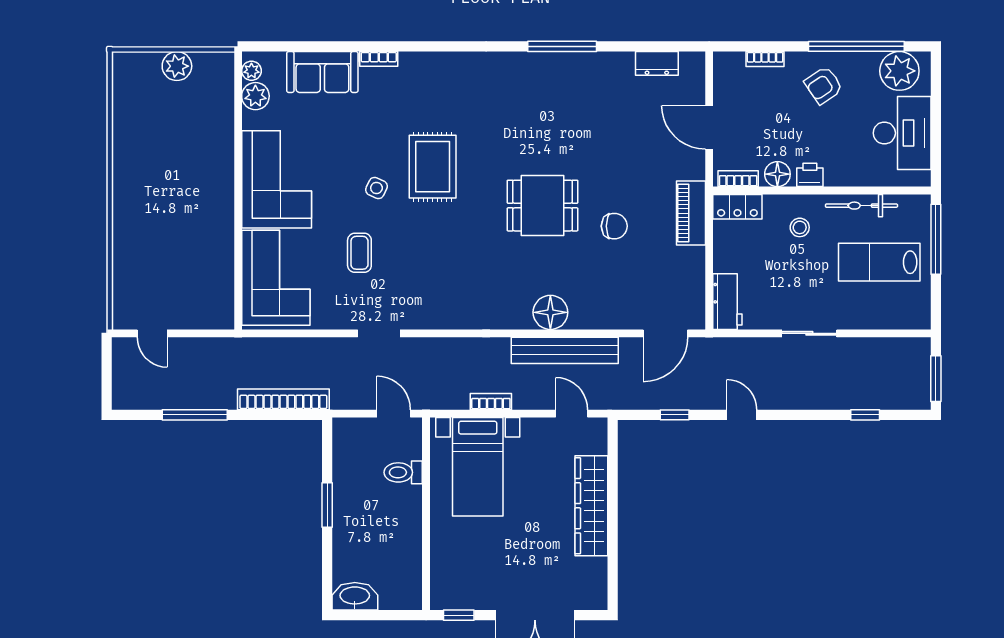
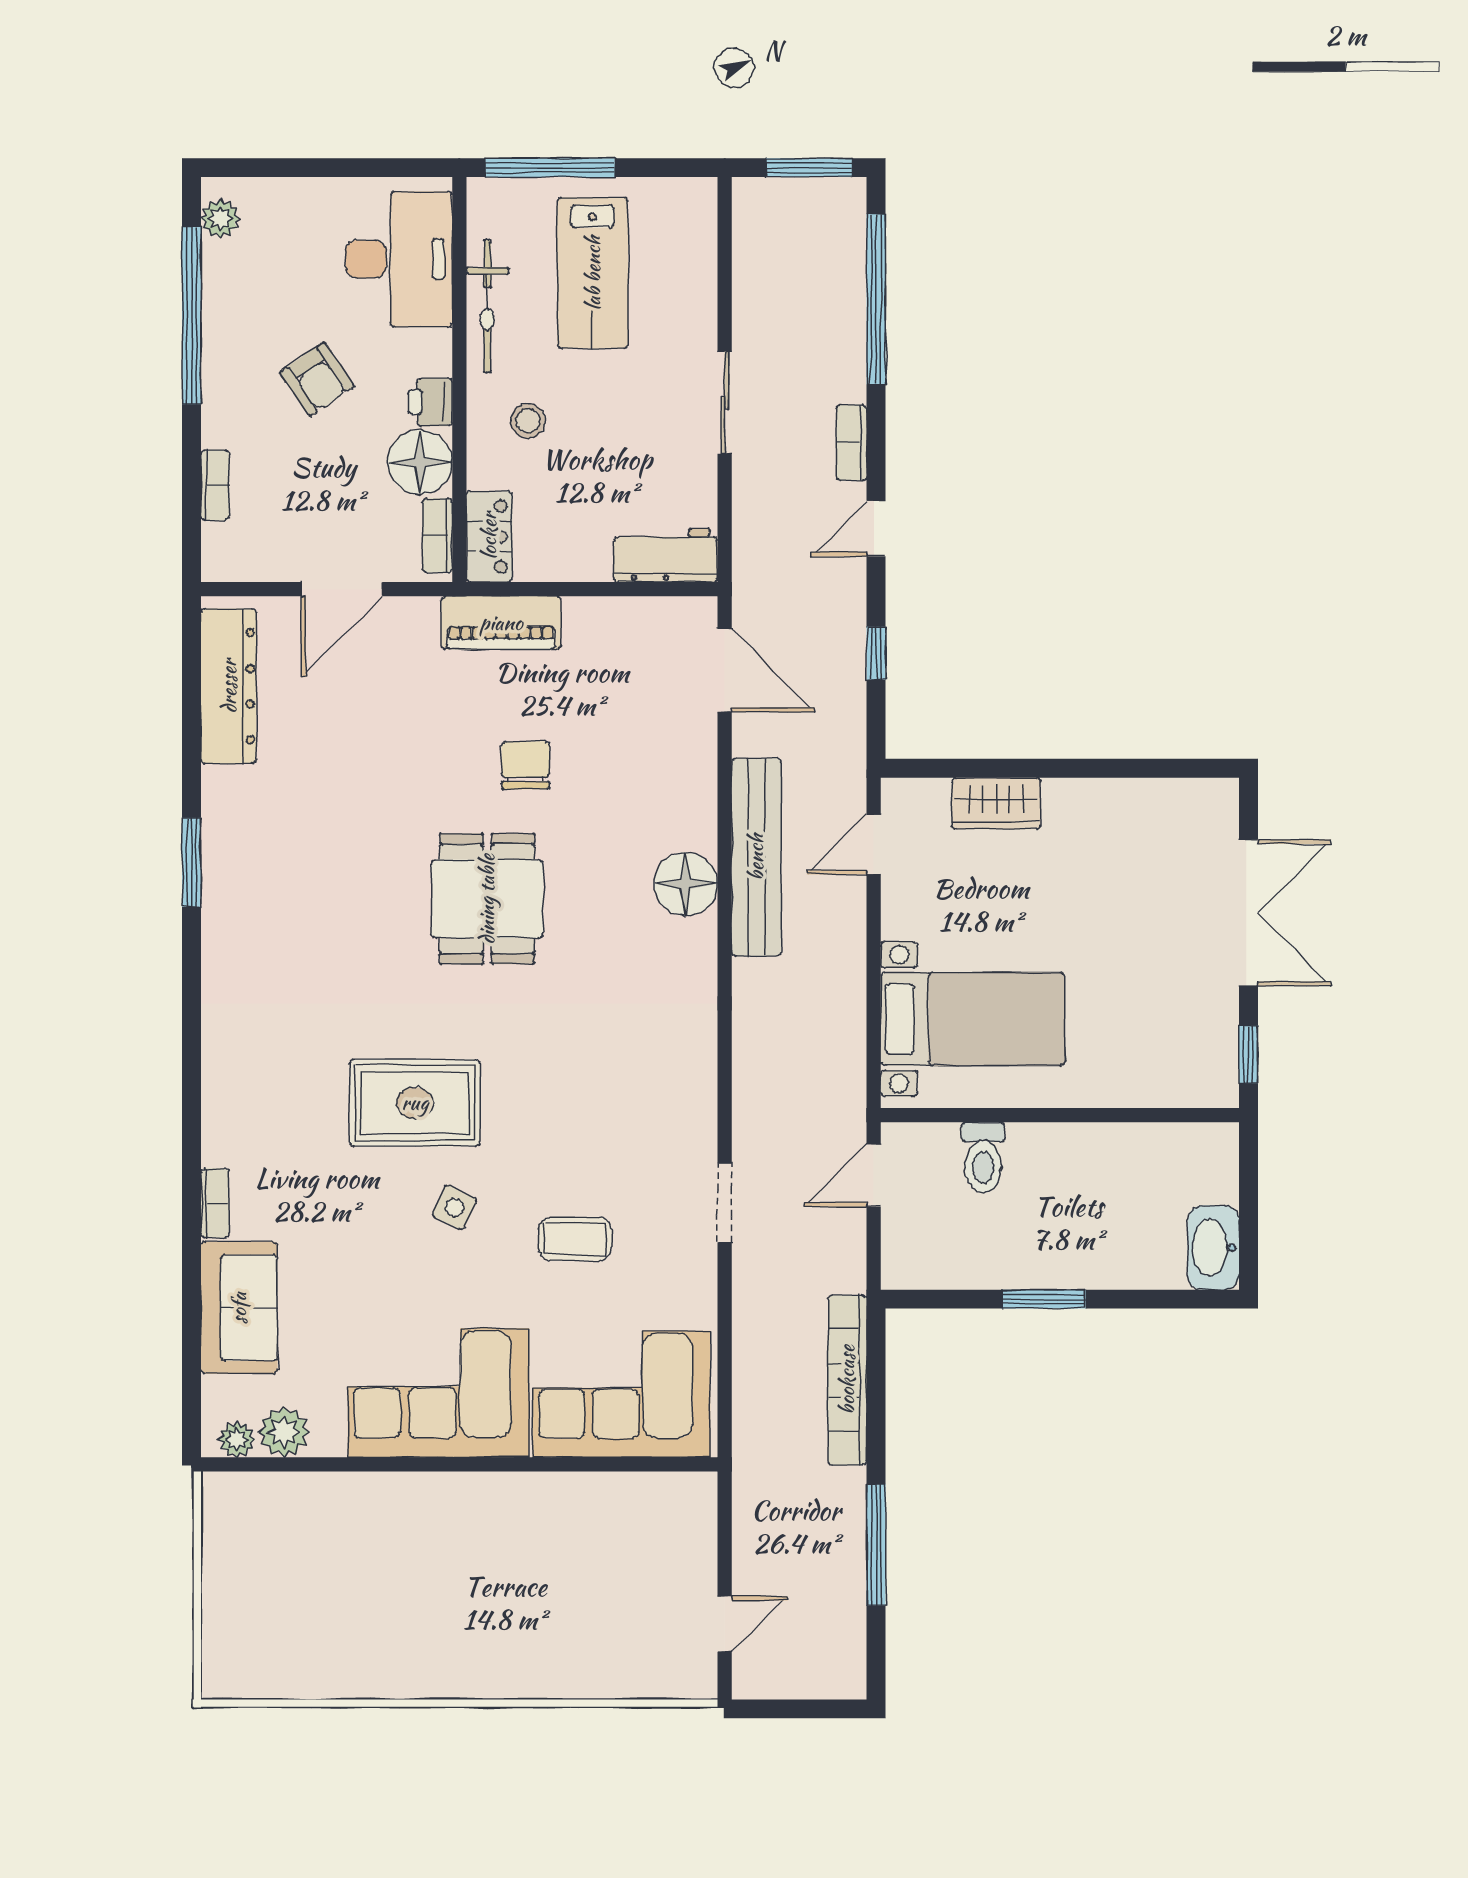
window: (562, 46) -> (192, 862), width x0.69
dresser: (657, 63) -> (229, 686), width x1.96, depth x1.24
plant: (177, 66) -> (228, 1578), removed
plant: (899, 71) -> (220, 219), width x0.53, depth x0.53
armchair: (824, 85) -> (317, 379), moved
desk: (902, 133) -> (399, 259), moved, turned 90
floor lamp: (777, 174) -> (420, 462), width x1.38, depth x1.38
bookcase: (491, 402) -> (851, 443), moved
window: (865, 415) -> (876, 299), width x3.17
wardrobe: (591, 506) -> (996, 803), width x0.48, depth x0.85

